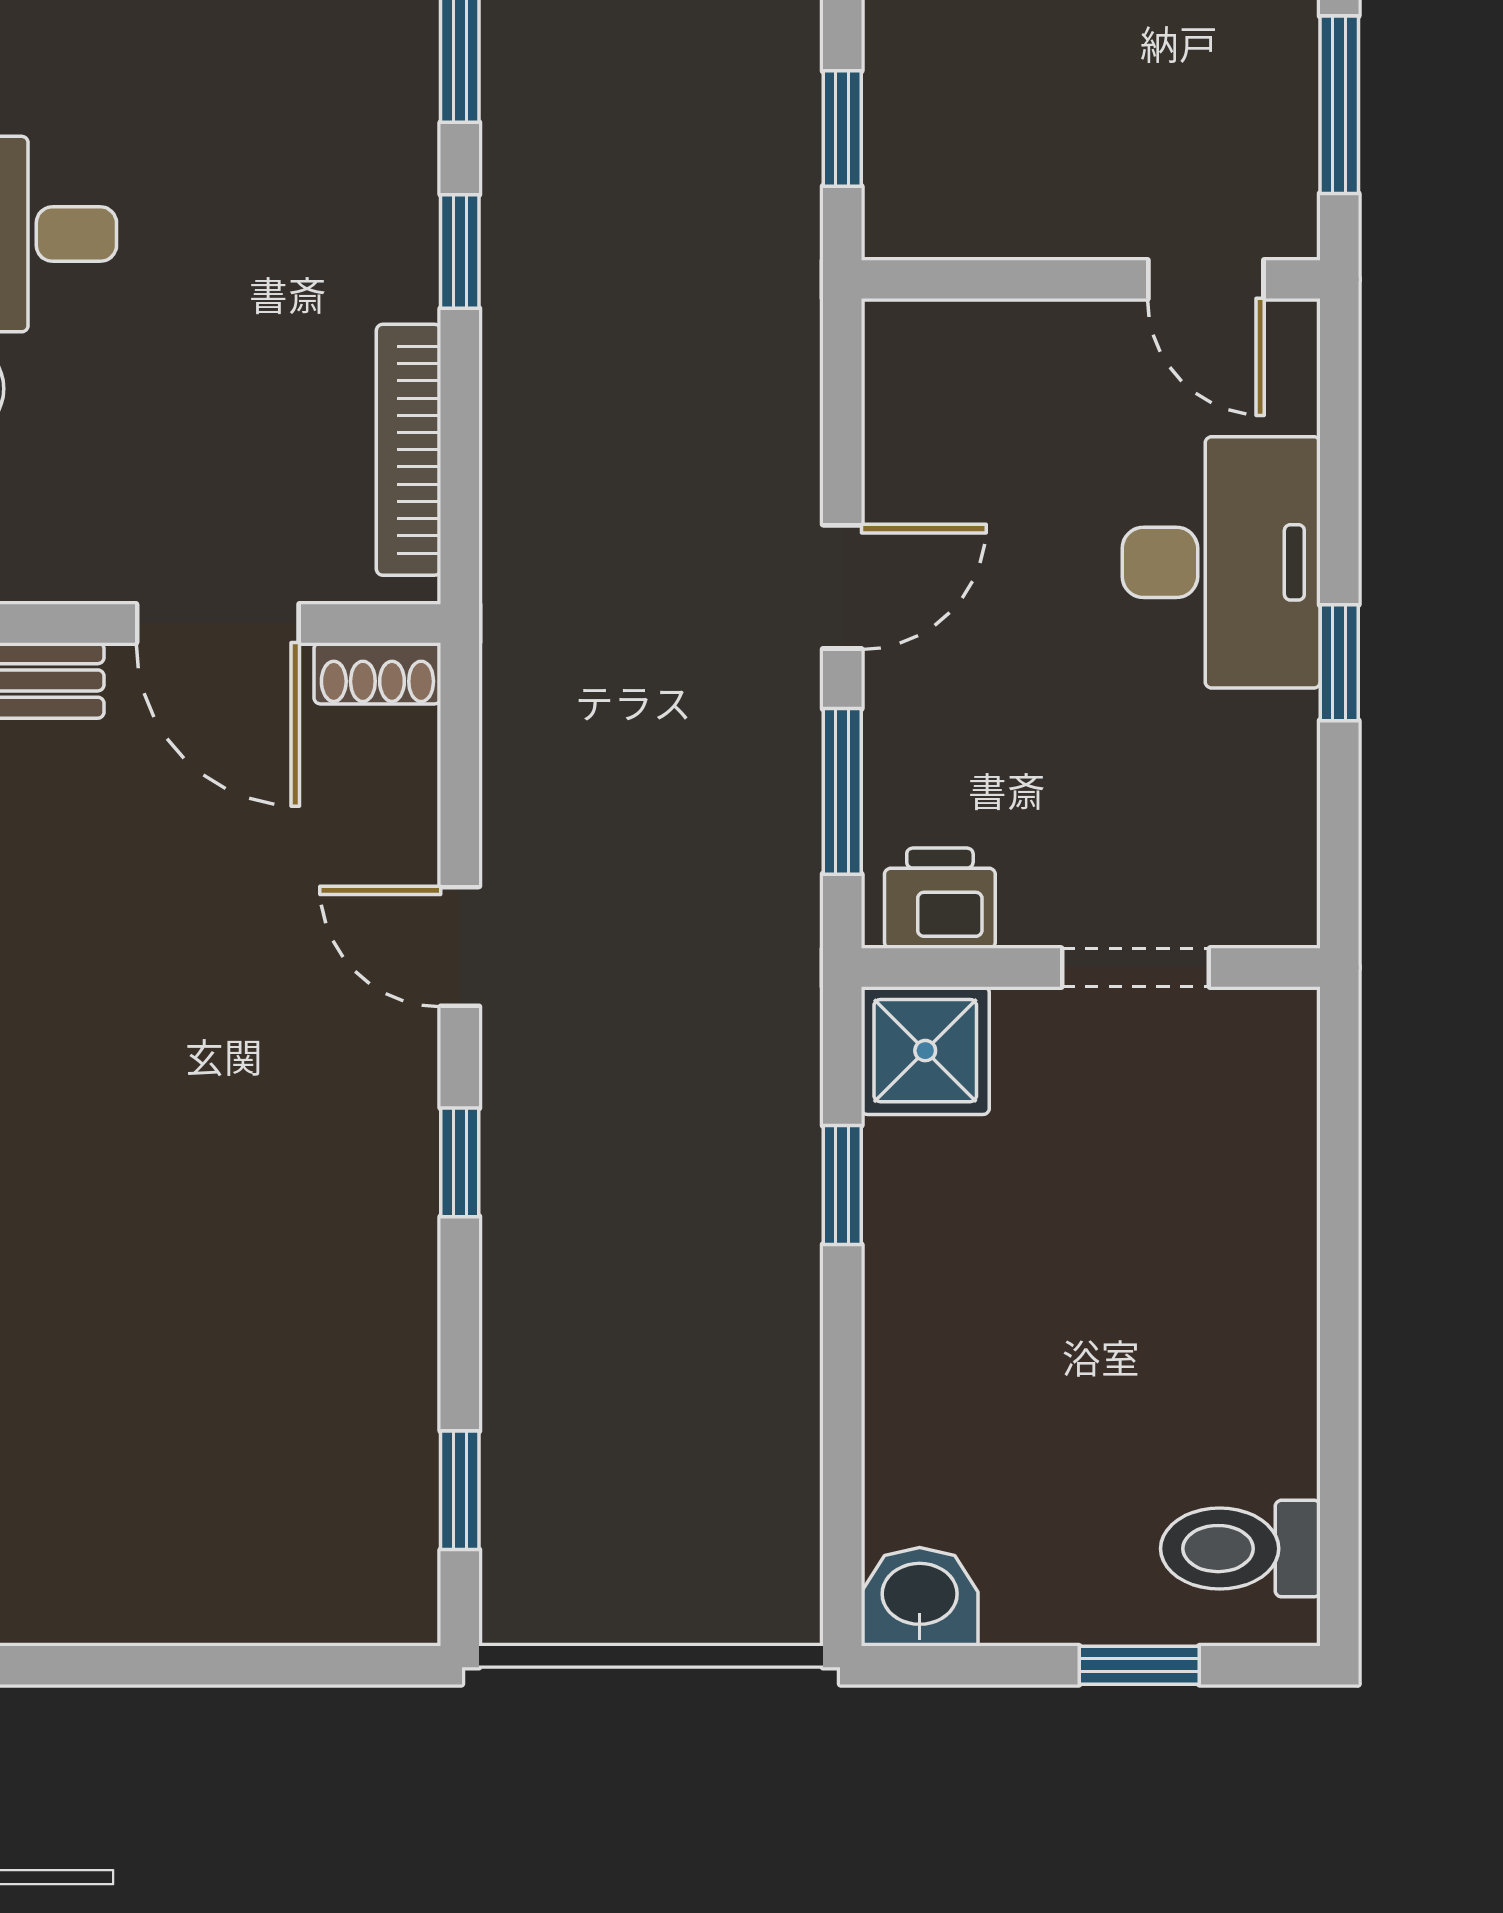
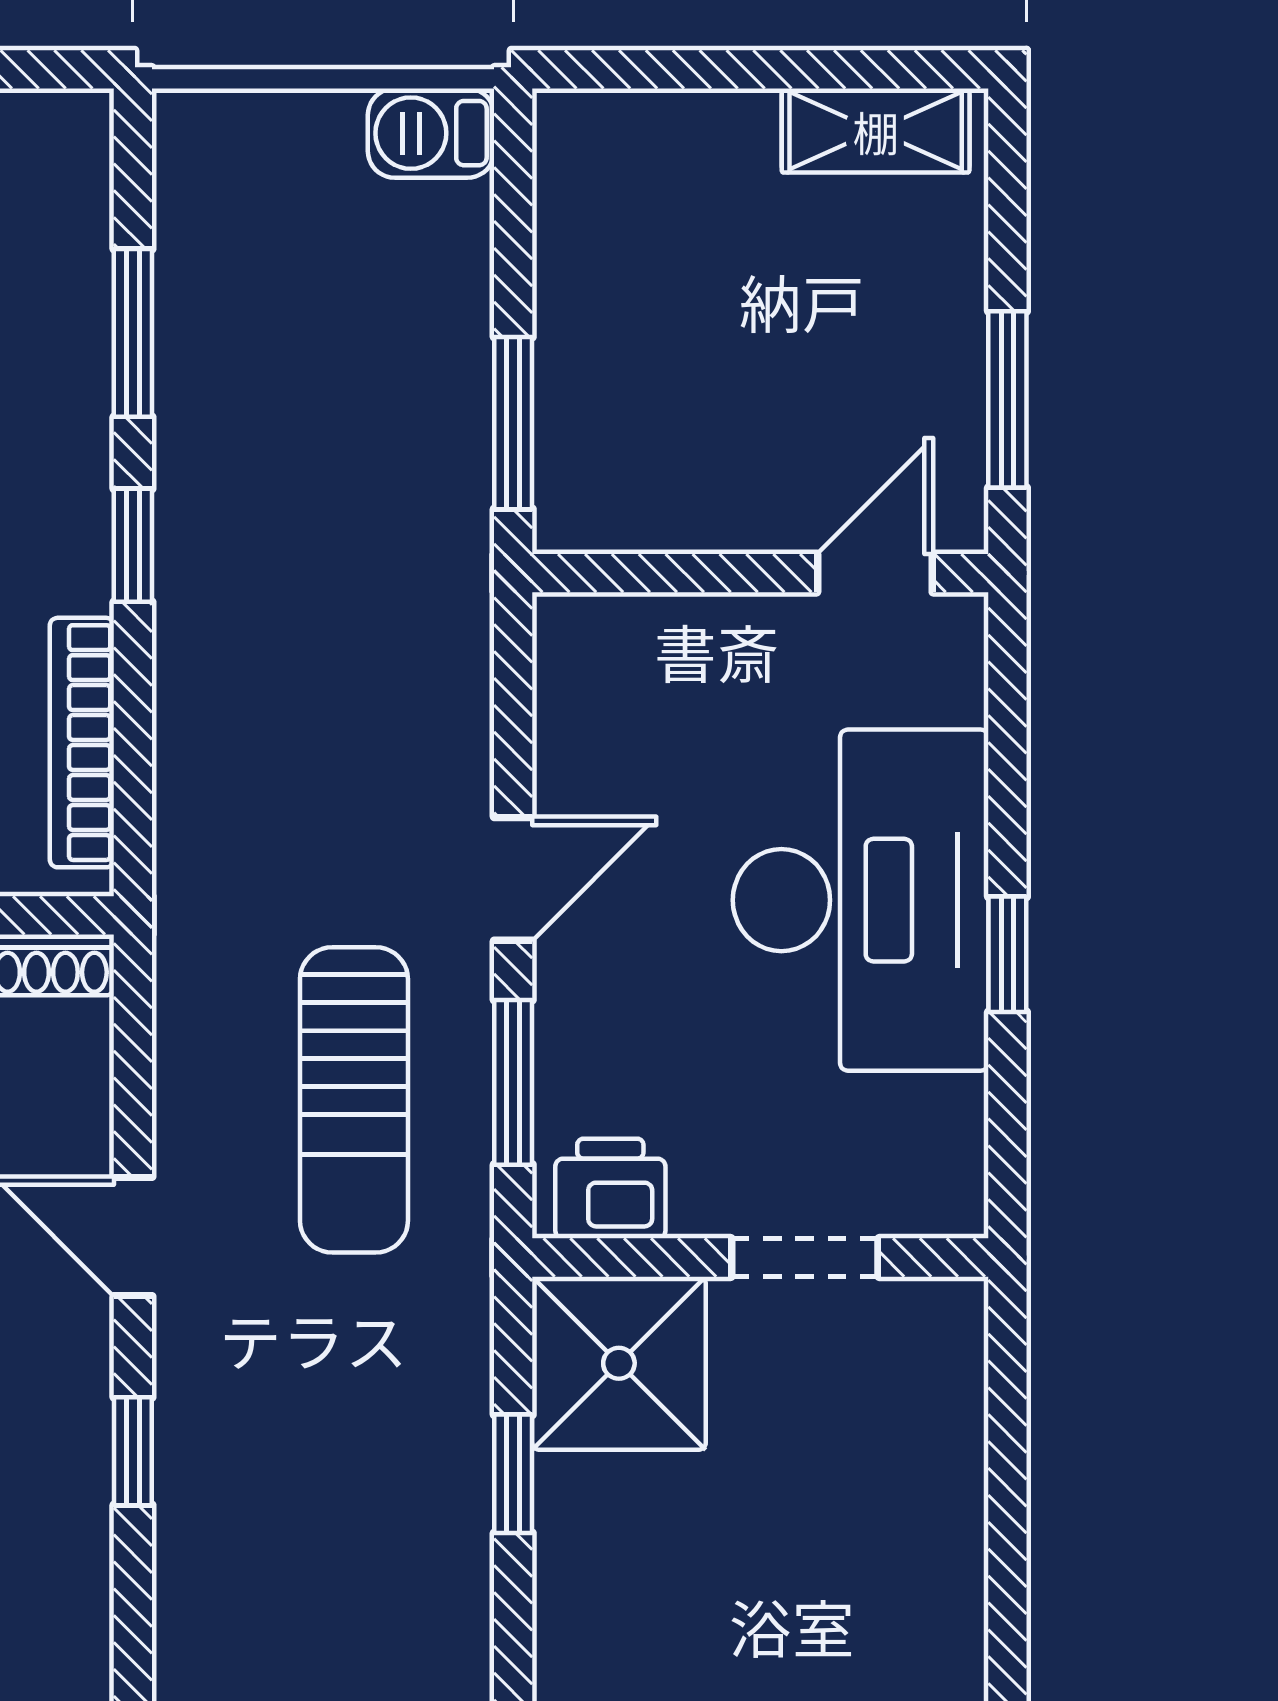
window: (842, 129) -> (513, 423), width x1.50
door: (1206, 279) -> (875, 573), swing flipped
desk: (1221, 562) -> (861, 900), width x1.36, depth x1.30
sun lounger: (682, 809) -> (354, 1100), added
shower: (925, 1051) -> (619, 1363), width x1.36, depth x1.36

